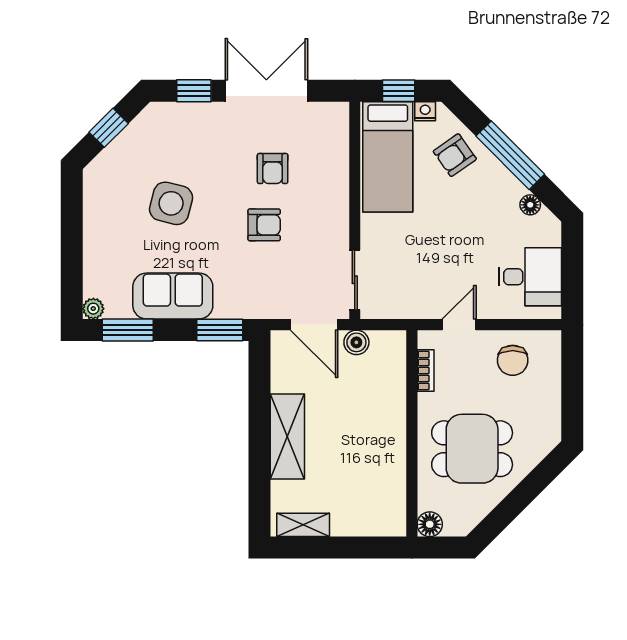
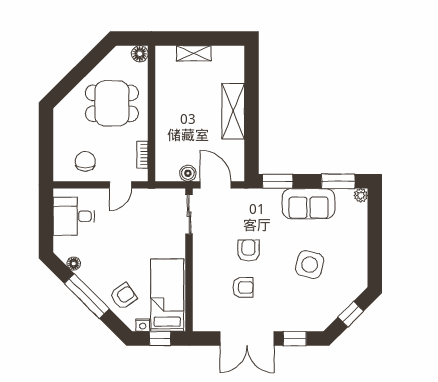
armchair: (273, 169) -> (243, 287), turned 90
armchair: (264, 225) -> (249, 250), turned 90
shelving: (303, 525) -> (194, 53), moved

